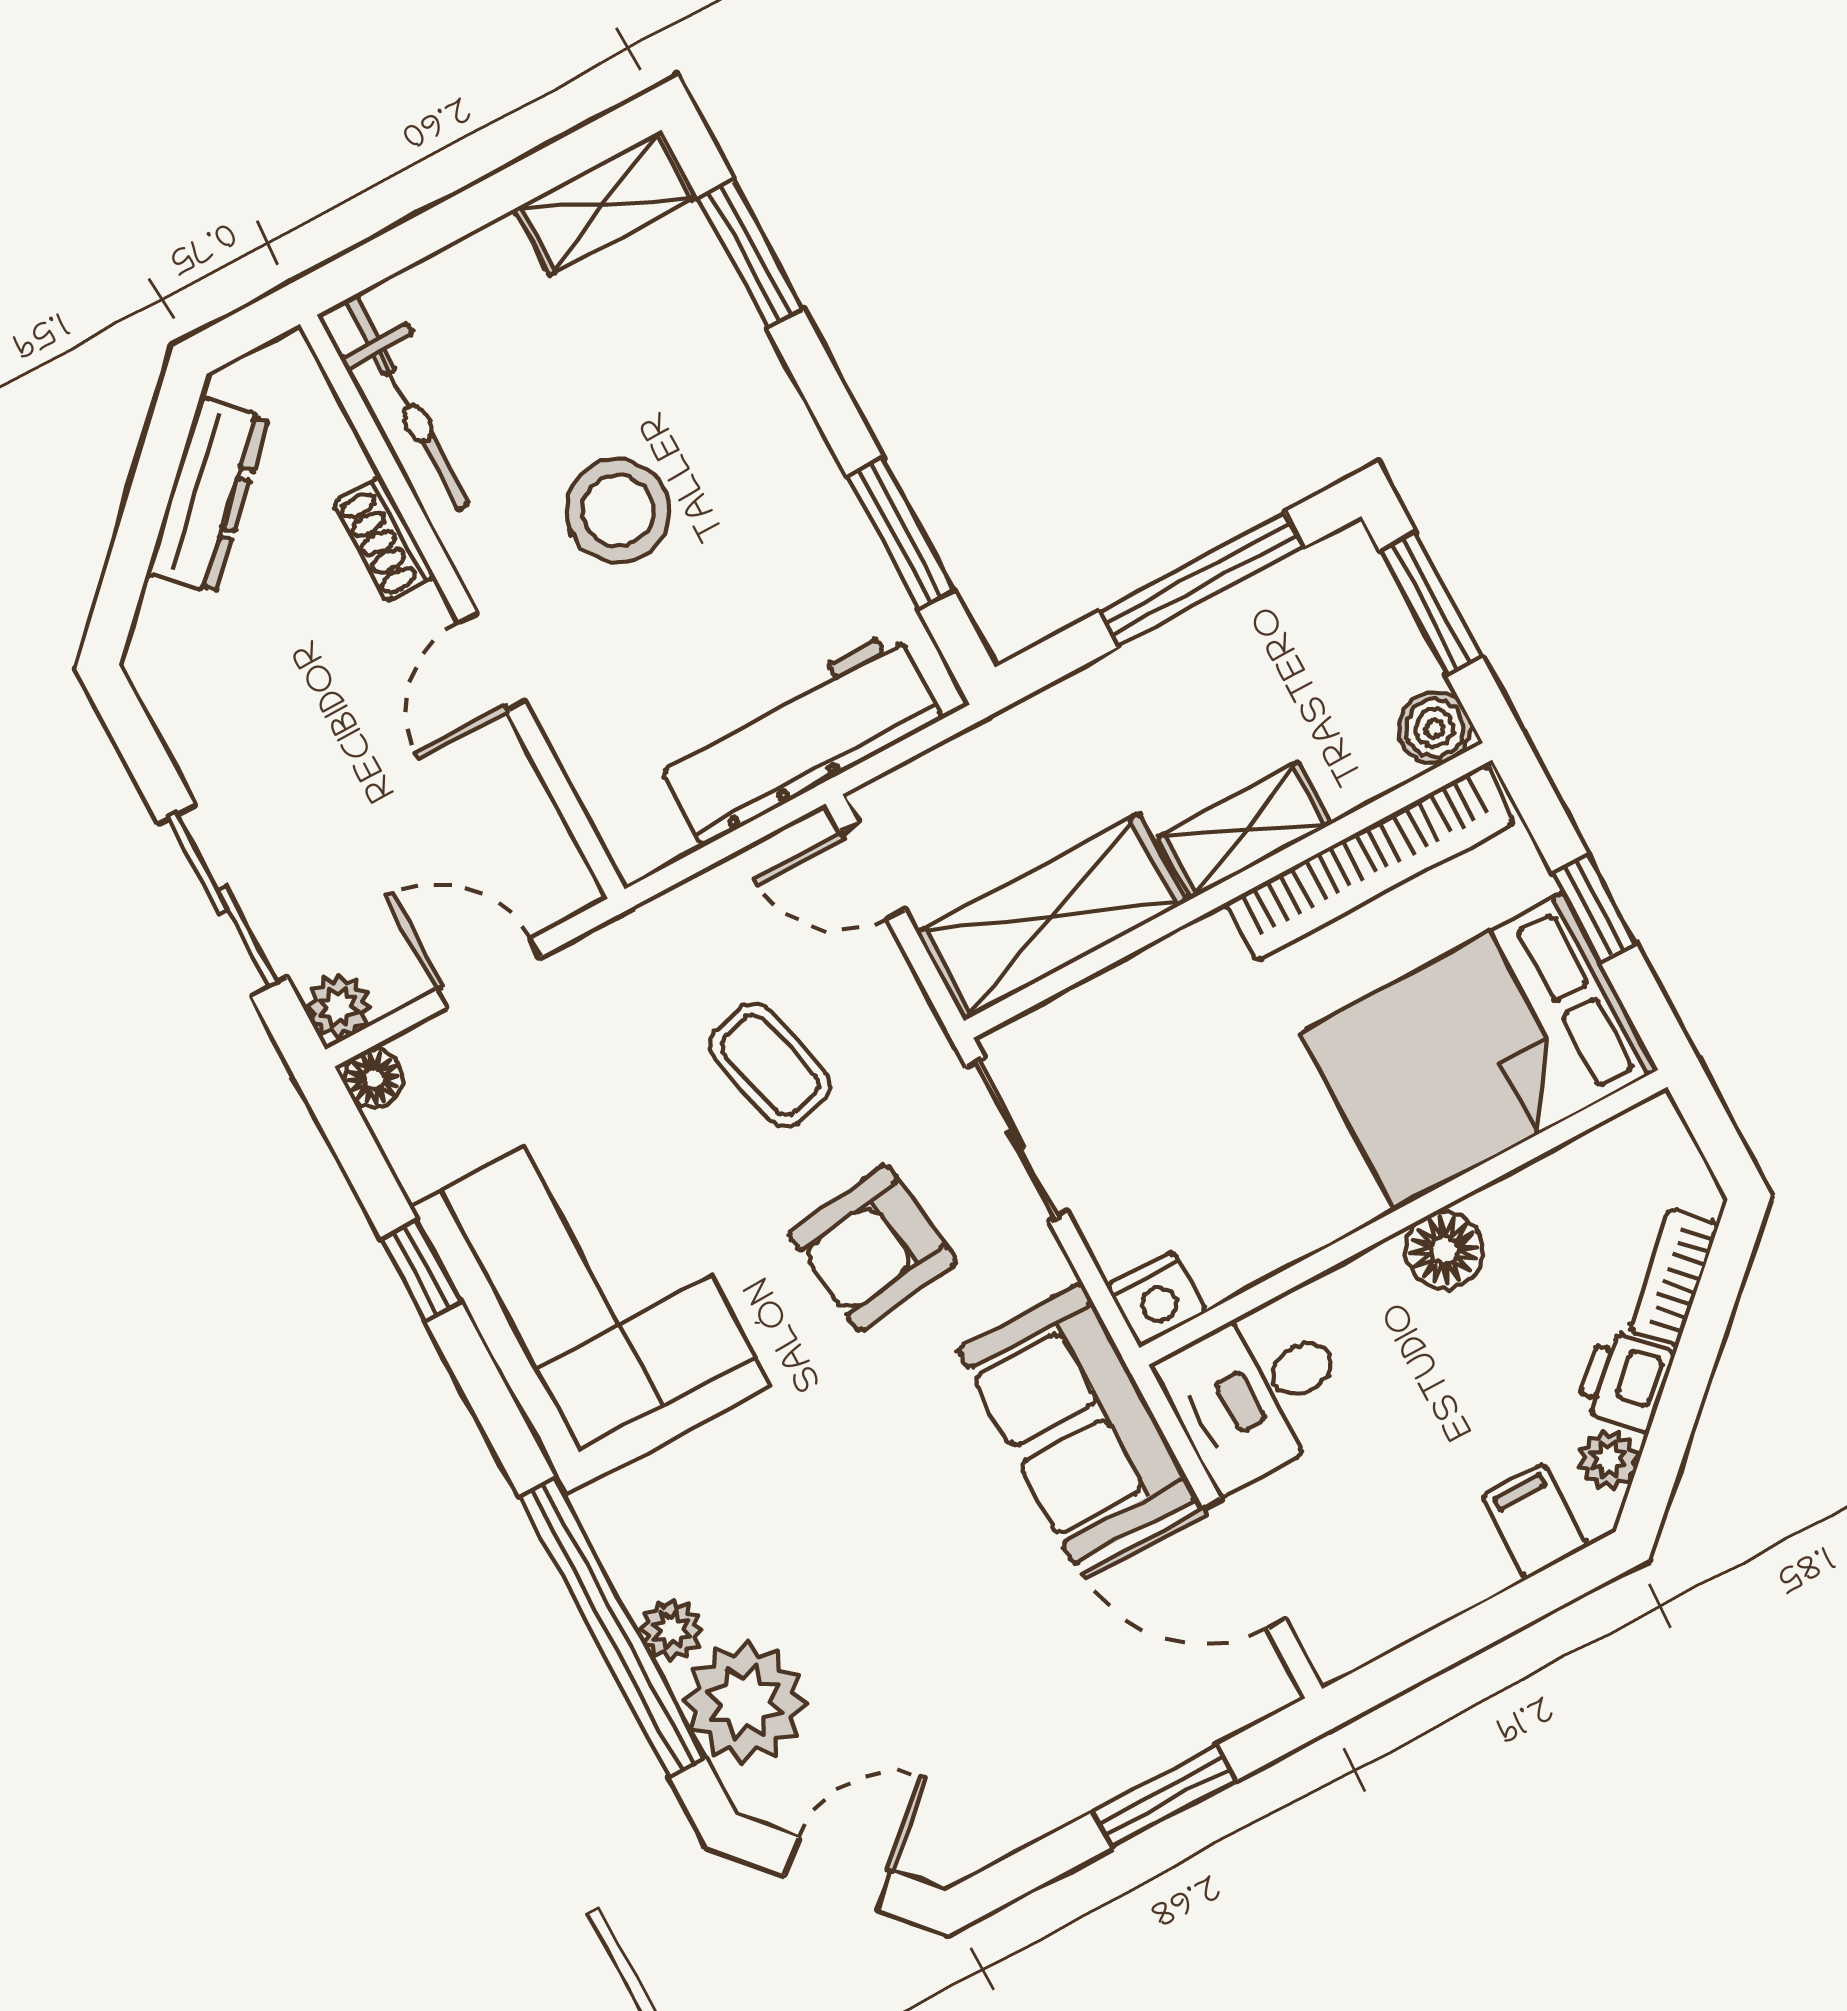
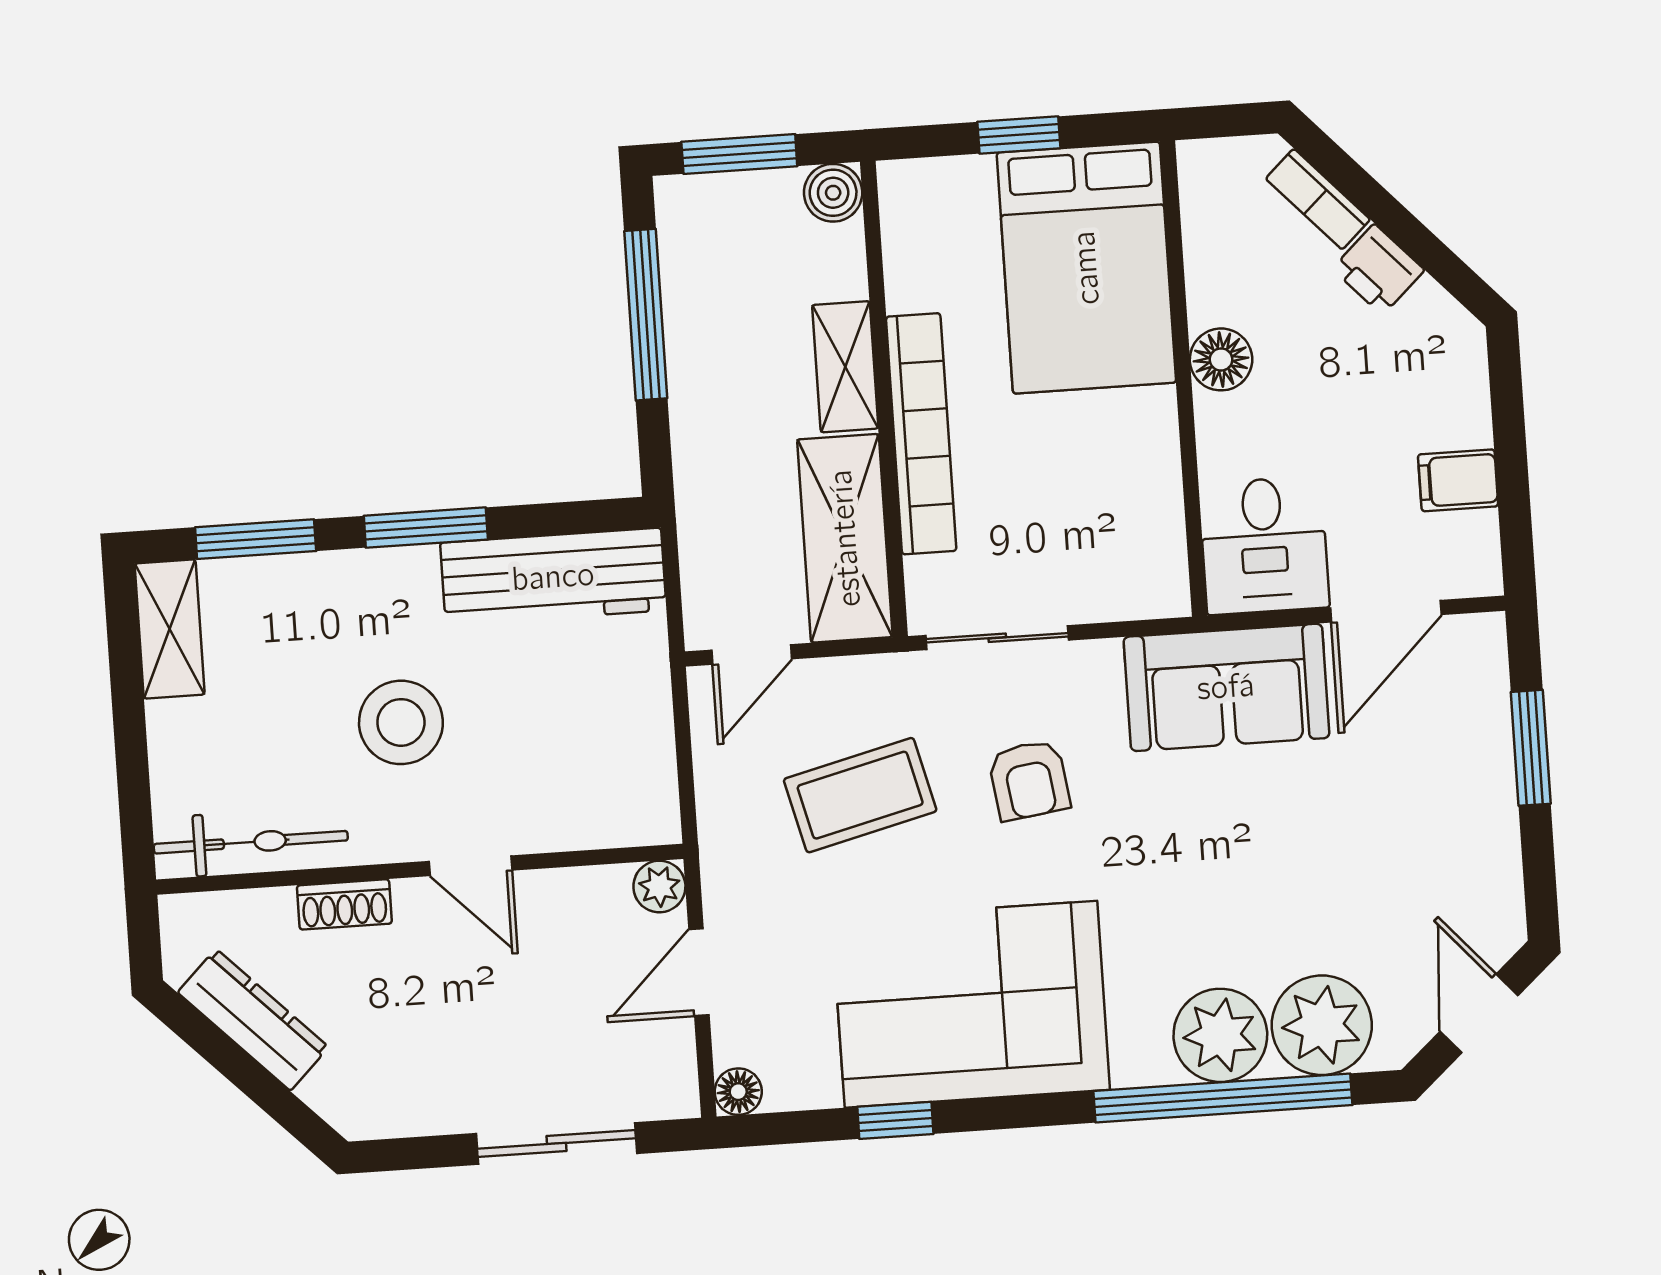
window: (900, 533) -> (426, 528), moved
workbench: (799, 738) -> (553, 577), moved, turned -90
bookcase: (1370, 863) -> (921, 434), moved
plant: (339, 1007) -> (659, 886), moved
coffee table: (770, 1065) -> (860, 795), width x1.36, depth x1.30
armchair: (872, 1248) -> (1029, 780), width x0.72, depth x0.72
nightstand: (1156, 1299) -> (1162, 588), removed
plant: (1608, 1459) -> (1430, 308), removed
filing cabinet: (1535, 1521) -> (1458, 480), moved
plant: (671, 1630) -> (1220, 1035), width x1.88, depth x1.88

